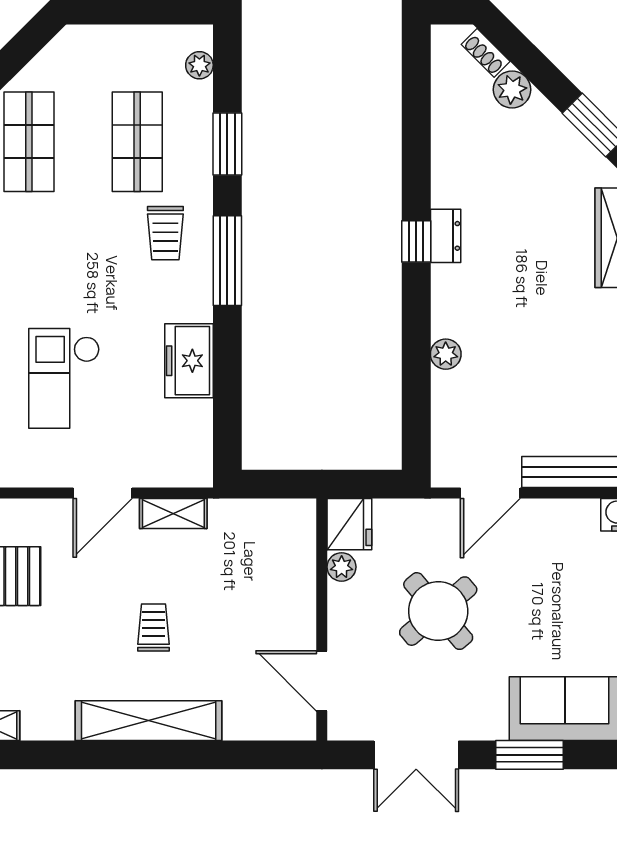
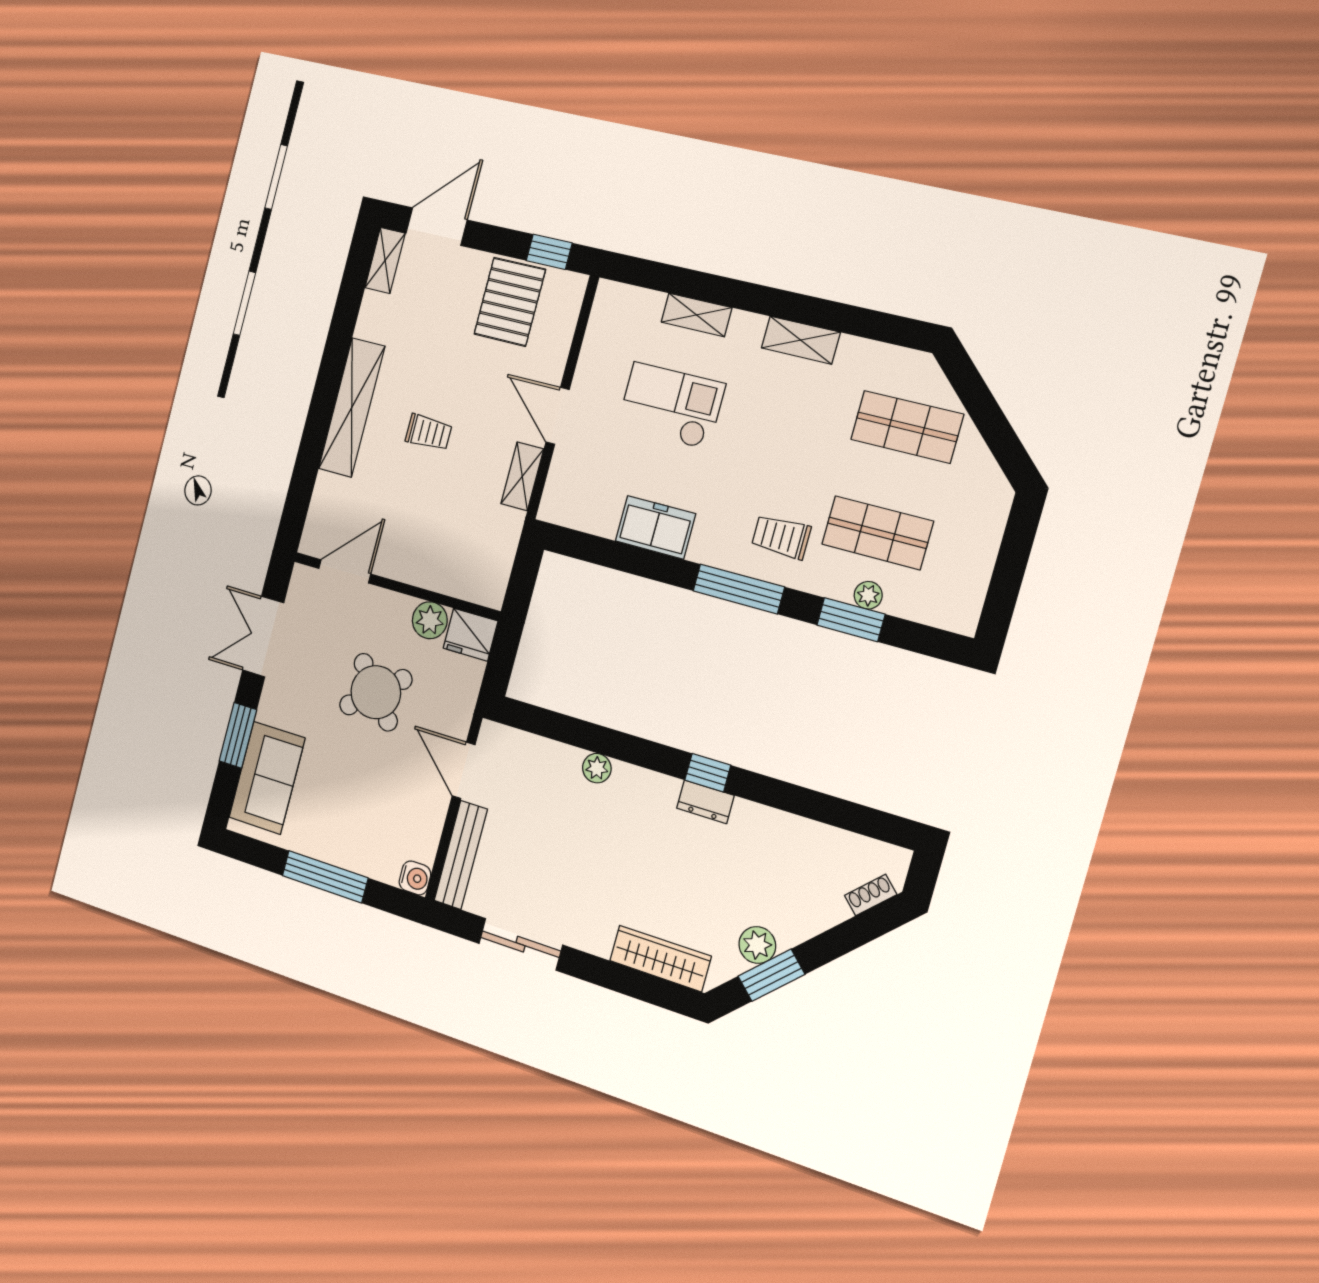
plant: (199, 65) -> (868, 595), moved
plant: (512, 90) -> (757, 945), moved
plant: (342, 567) -> (430, 620), width x1.38, depth x1.38

